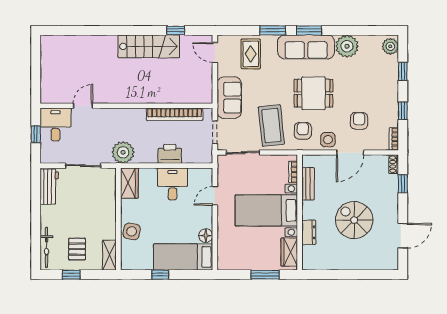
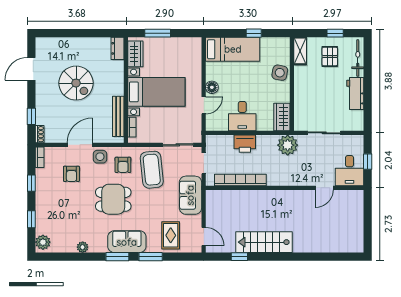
plant: (347, 46) -> (83, 247), width x0.53, depth x0.53
sofa: (306, 47) -> (127, 242), width x0.73
bench: (308, 184) -> (118, 116), width x1.36
workbench: (49, 187) -> (355, 94), moved
dresser: (309, 232) -> (118, 48), moved
floor lamp: (206, 236) -> (212, 87), moved

